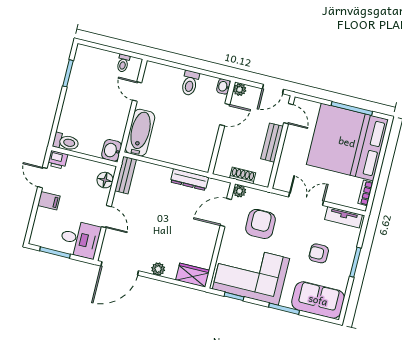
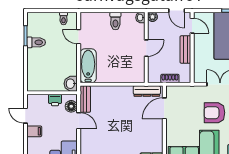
door: (273, 89) -> (177, 11), hinge flipped
door: (225, 115) -> (146, 48), moved
toilet: (66, 142) -> (36, 42), moved
printer: (58, 160) -> (55, 100), moved
dresser: (189, 180) -> (147, 91), moved
plant: (239, 191) -> (171, 90), removed
door: (106, 217) -> (79, 121), moved
armchair: (261, 224) -> (214, 113), moved, turned -90

